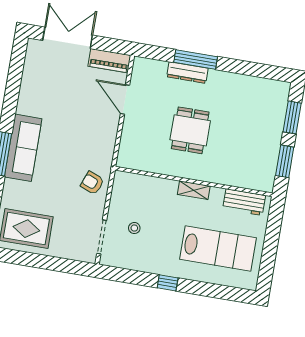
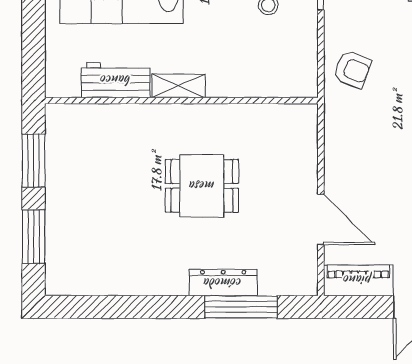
window: (196, 60) -> (241, 307), moved
dining table: (190, 130) -> (202, 186), turned 90
workbench: (244, 202) -> (116, 80), moved

